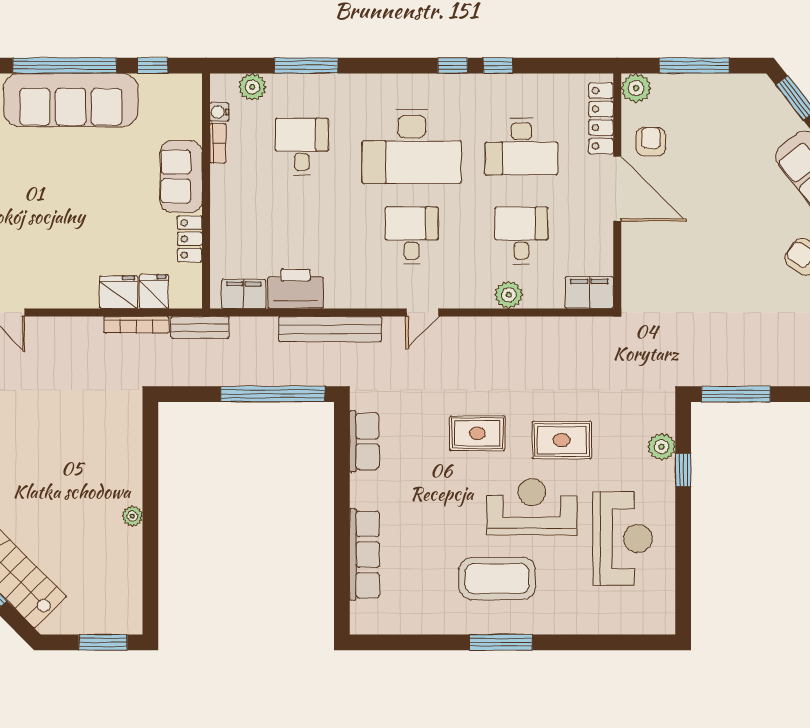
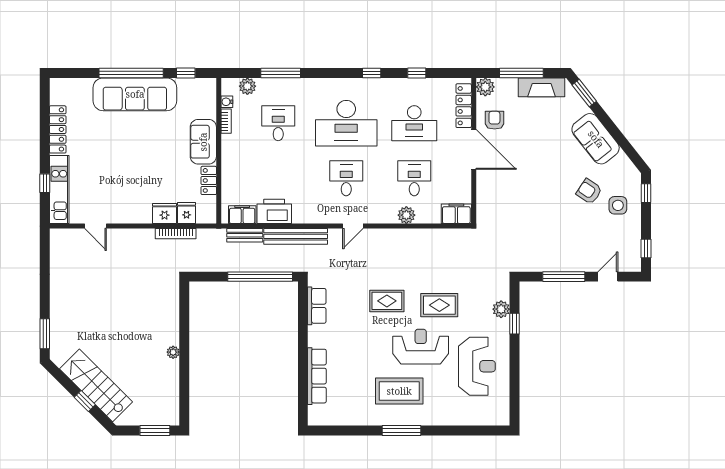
window: (498, 66) -> (417, 73), moved
fireplace: (727, 89) -> (542, 87), added
bench: (200, 327) -> (245, 235), moved
window: (736, 394) -> (564, 277), moved

